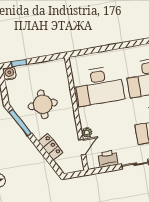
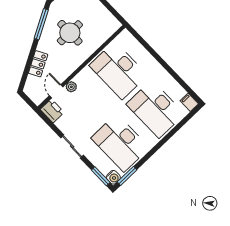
door: (82, 147) -> (56, 91), swing flipped
printer: (108, 159) -> (52, 111), moved

